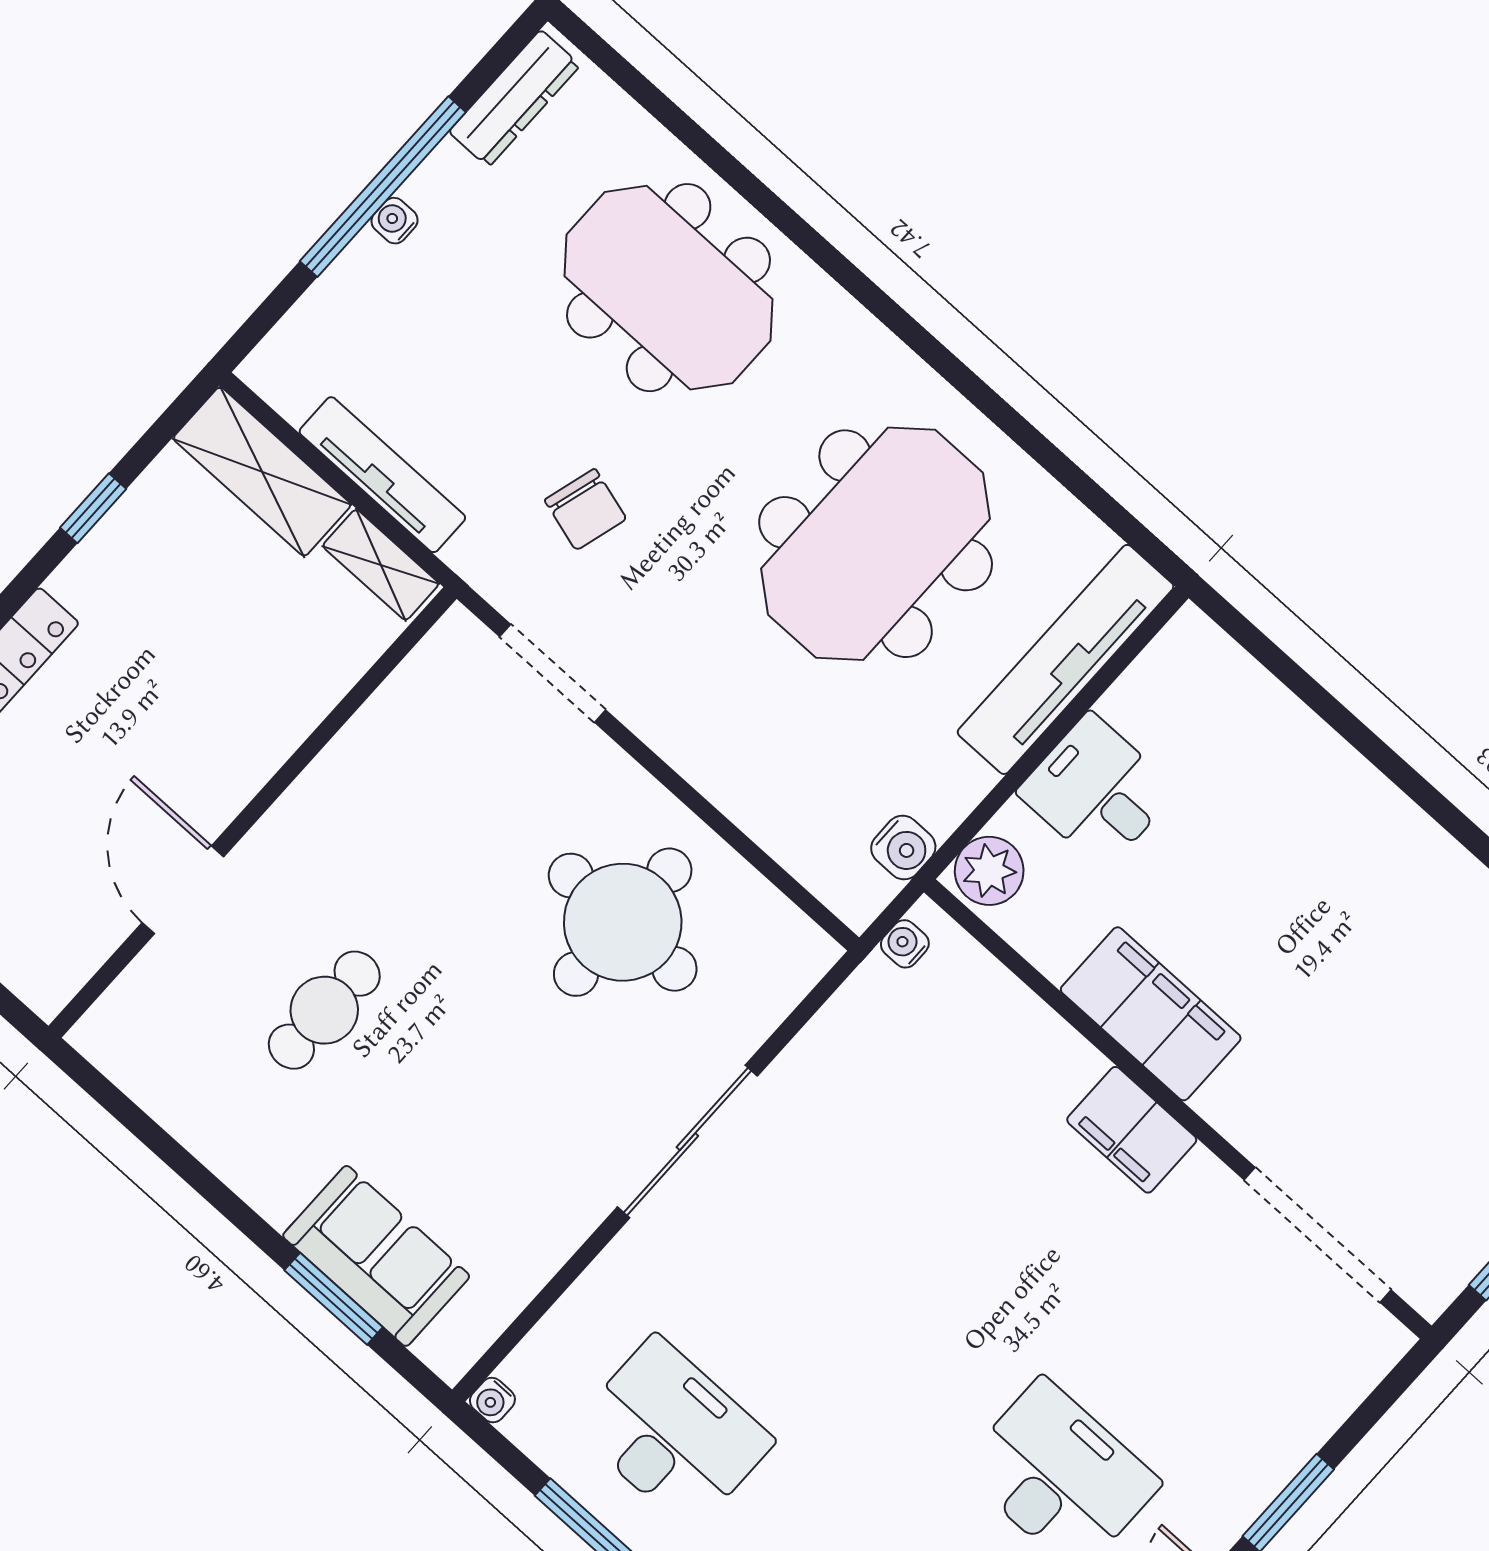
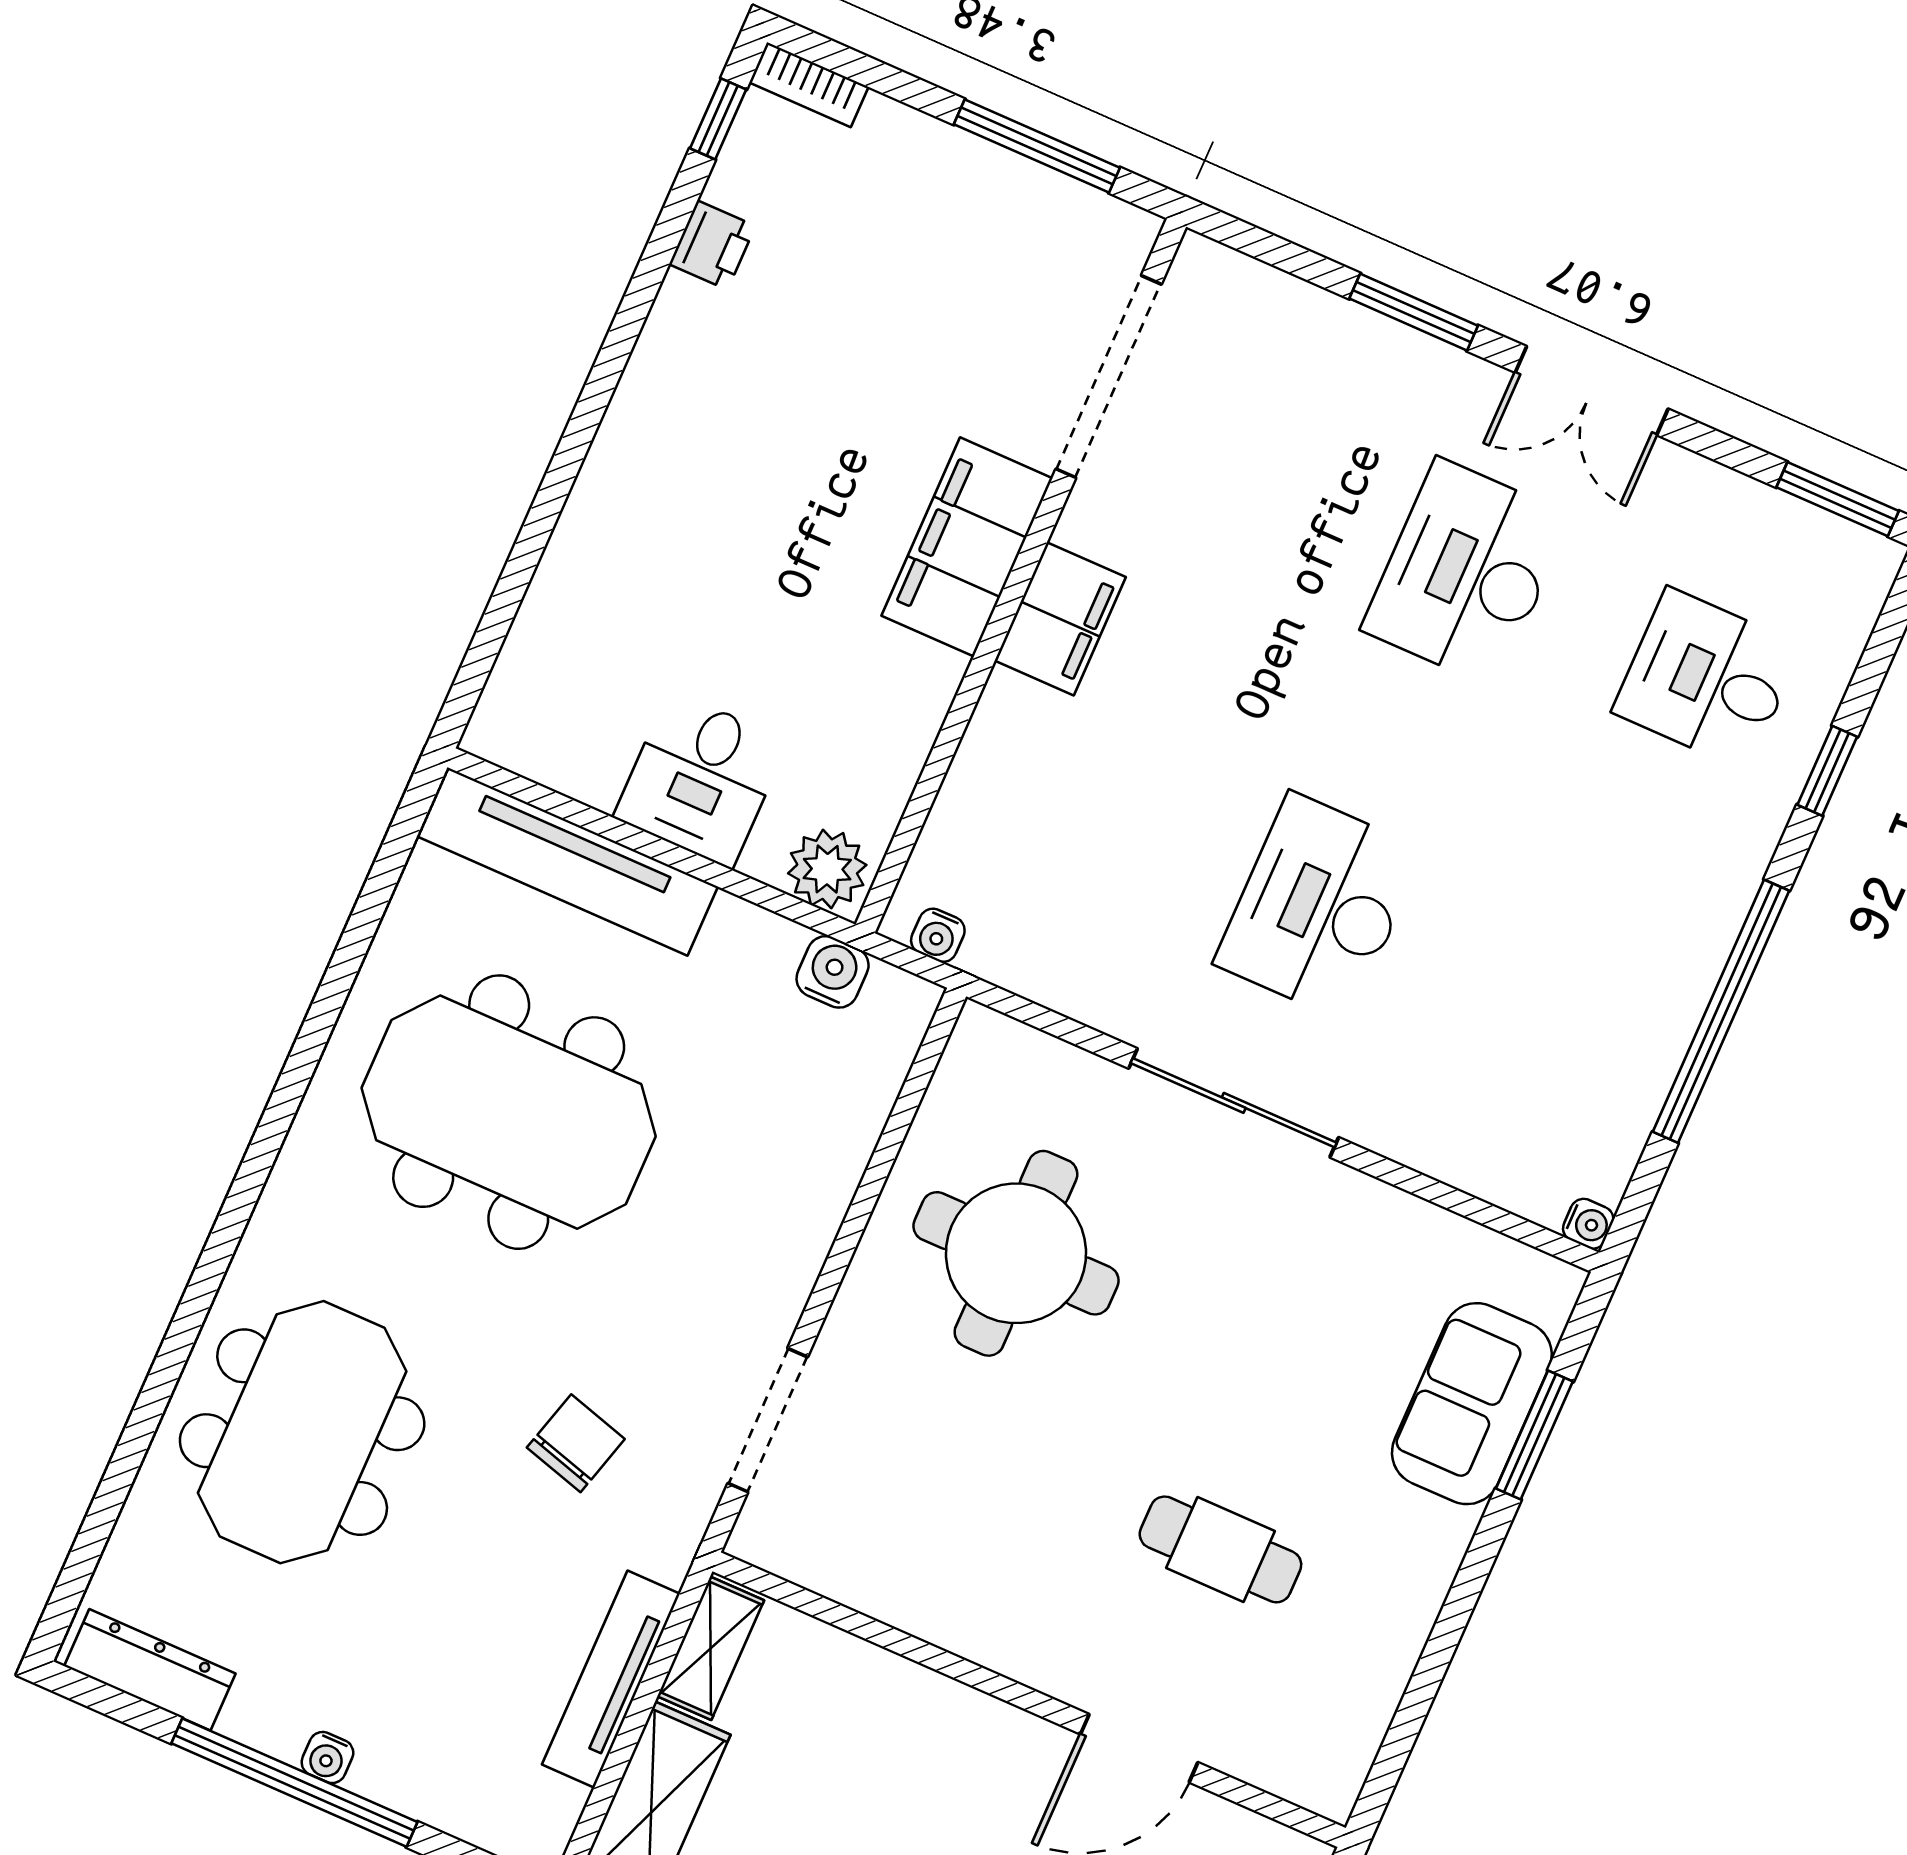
filing cabinet: (1151, 1014) -> (967, 547), moved
desk: (673, 1434) -> (1319, 907), moved

